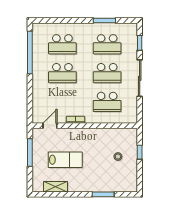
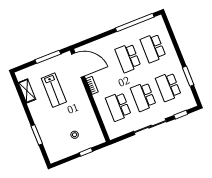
door: (50, 126) -> (78, 65), width x1.88

